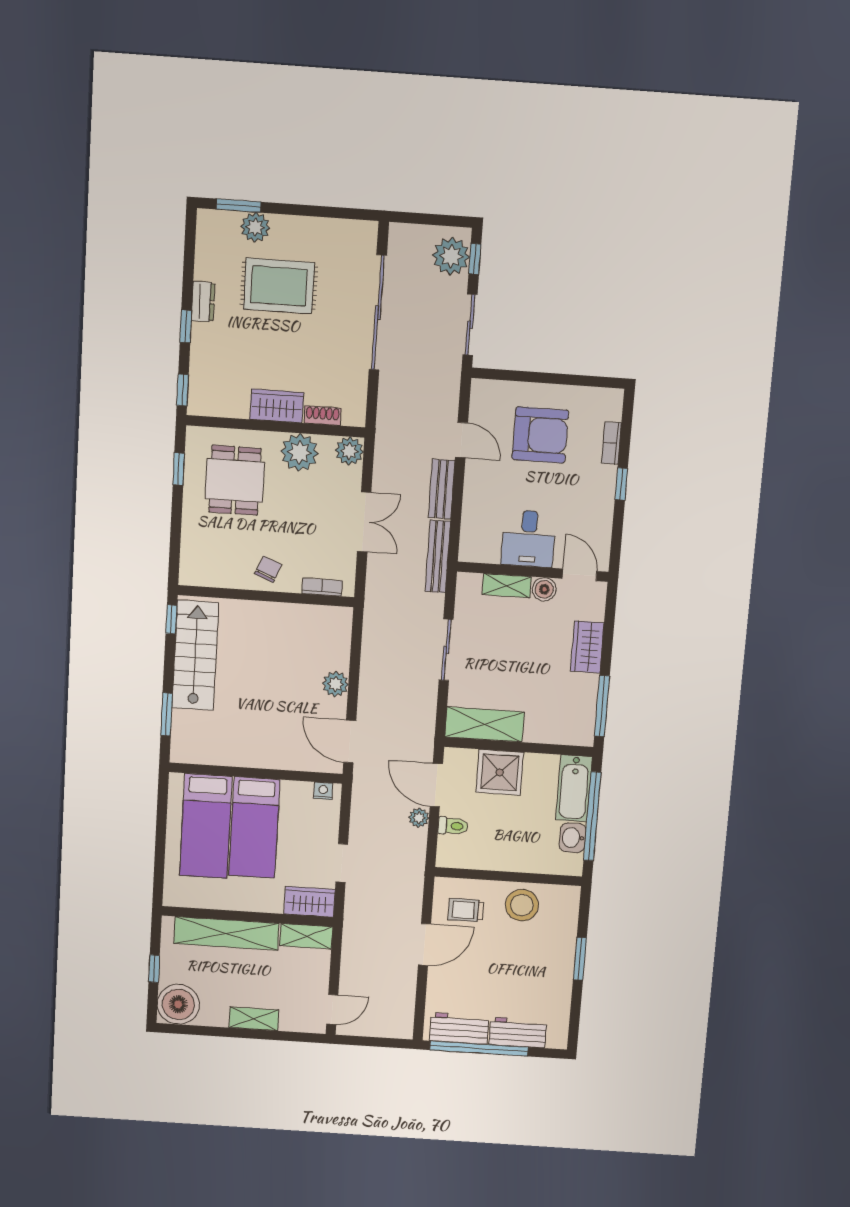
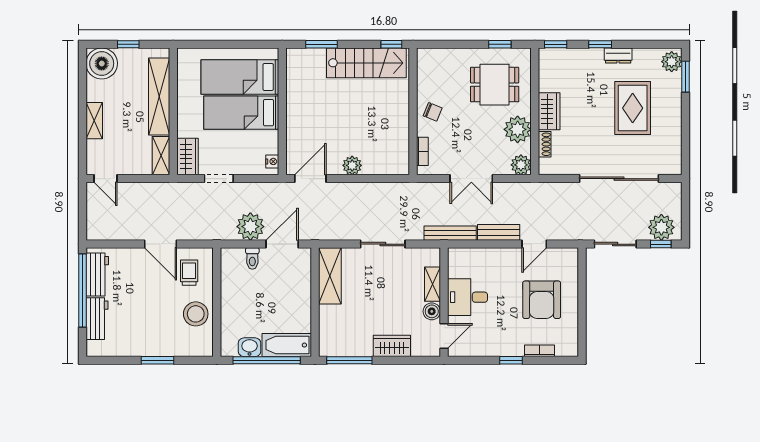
plant: (255, 227) -> (672, 62), moved
shower: (500, 772) -> (295, 290), removed
plant: (419, 818) -> (250, 227), width x1.88, depth x1.88

